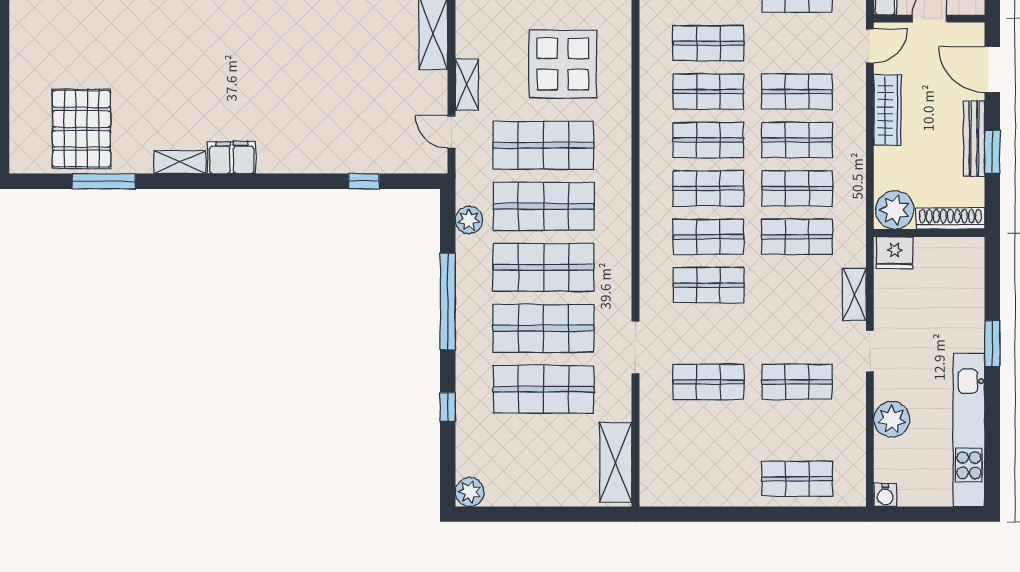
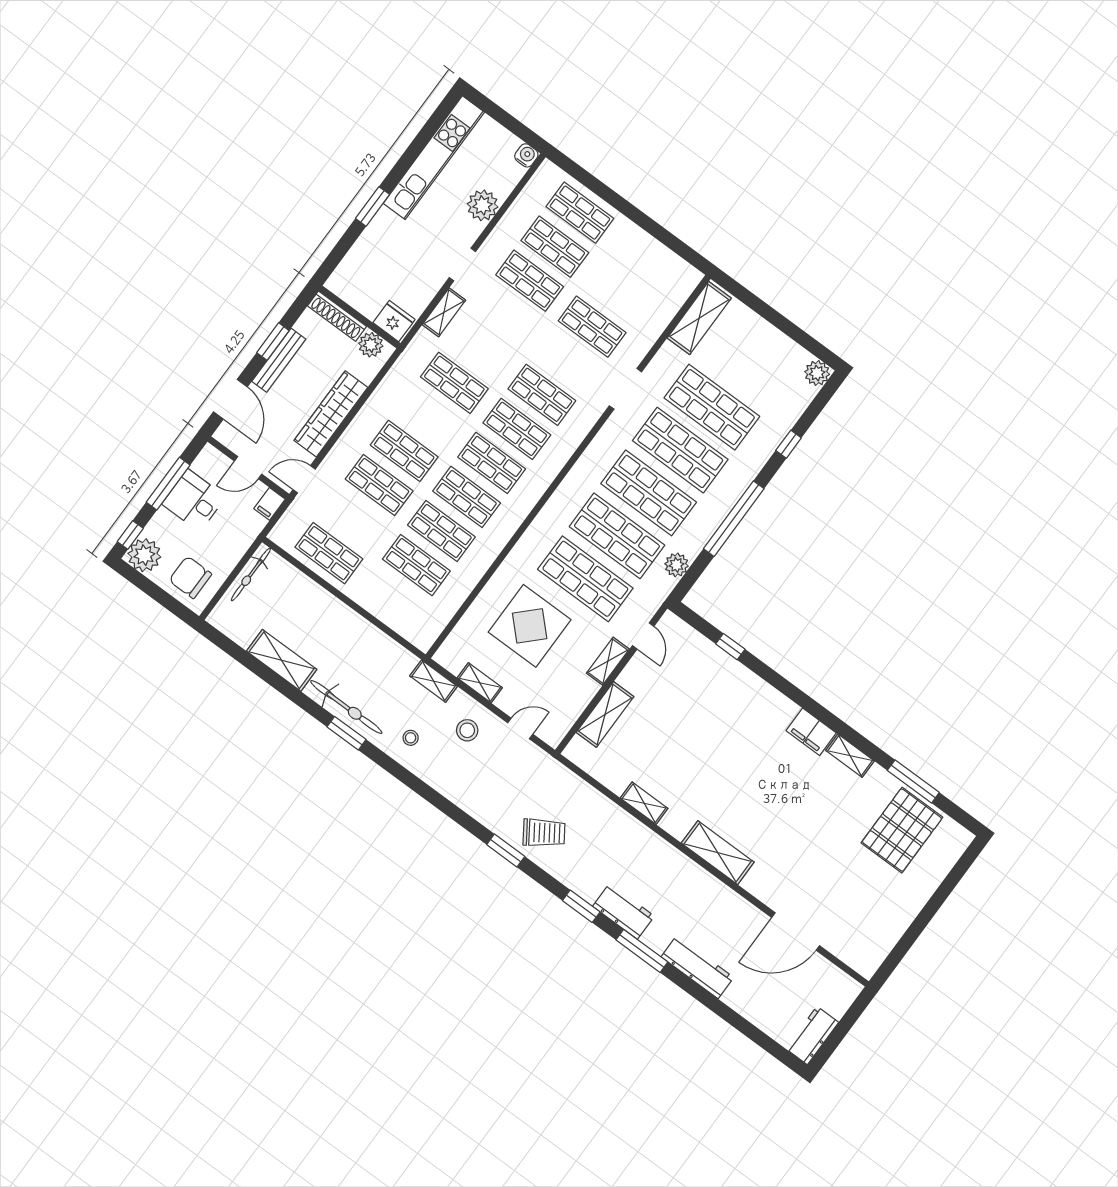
wardrobe: (887, 110) -> (331, 414), width x1.40, depth x1.17
shop shelf: (797, 188) -> (555, 247), moved
plant: (895, 210) -> (371, 345), width x0.73, depth x0.73

